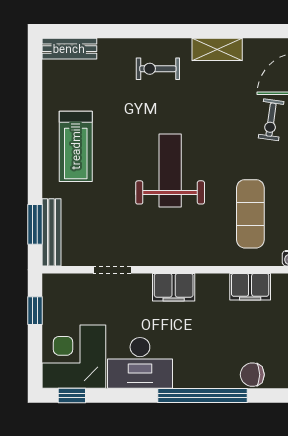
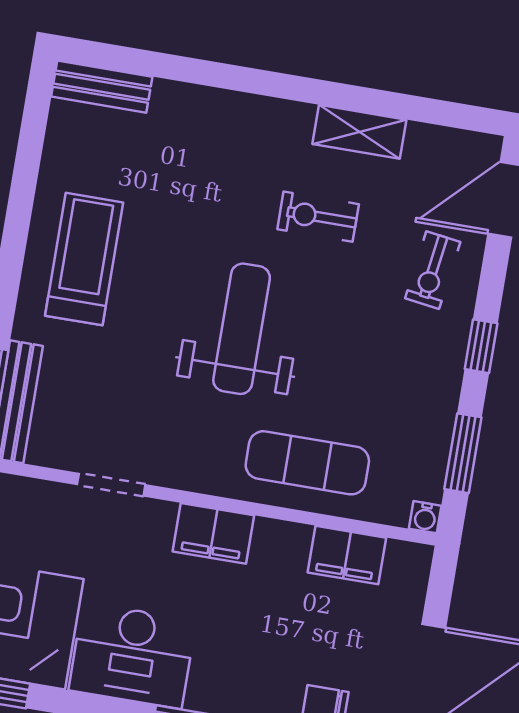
exercise bike: (158, 69) -> (318, 217), moved
treadmill: (76, 146) -> (84, 259), turned 180
exercise mat: (250, 214) -> (307, 463), moved, turned 90

